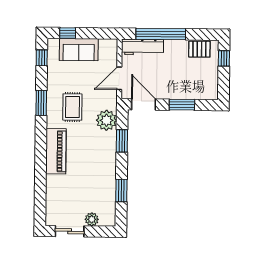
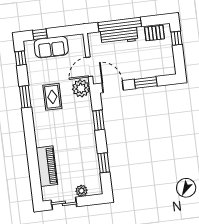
workbench: (142, 47) -> (119, 36), moved
plant: (106, 120) -> (81, 88), moved
piano: (56, 151) -> (47, 166), moved

